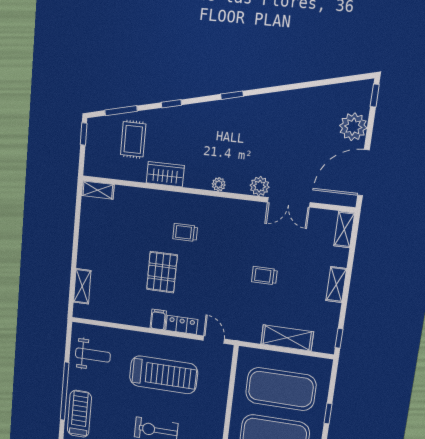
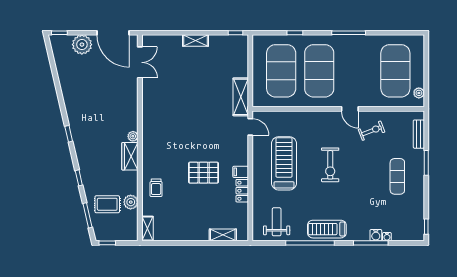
wardrobe: (165, 174) -> (130, 156), moved
plant: (260, 186) -> (131, 202), moved
double door: (289, 202) -> (140, 62), moved
shelving: (344, 229) -> (155, 40), removed
trolley: (185, 233) -> (156, 188), moved
trolley: (264, 276) -> (196, 94), removed
locker: (182, 325) -> (242, 191), moved
shelving: (287, 338) -> (241, 97), moved
door: (214, 340) -> (250, 127), swing flipped

